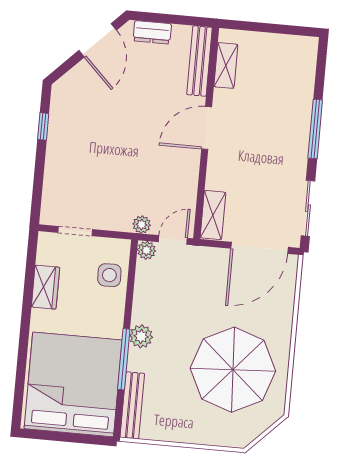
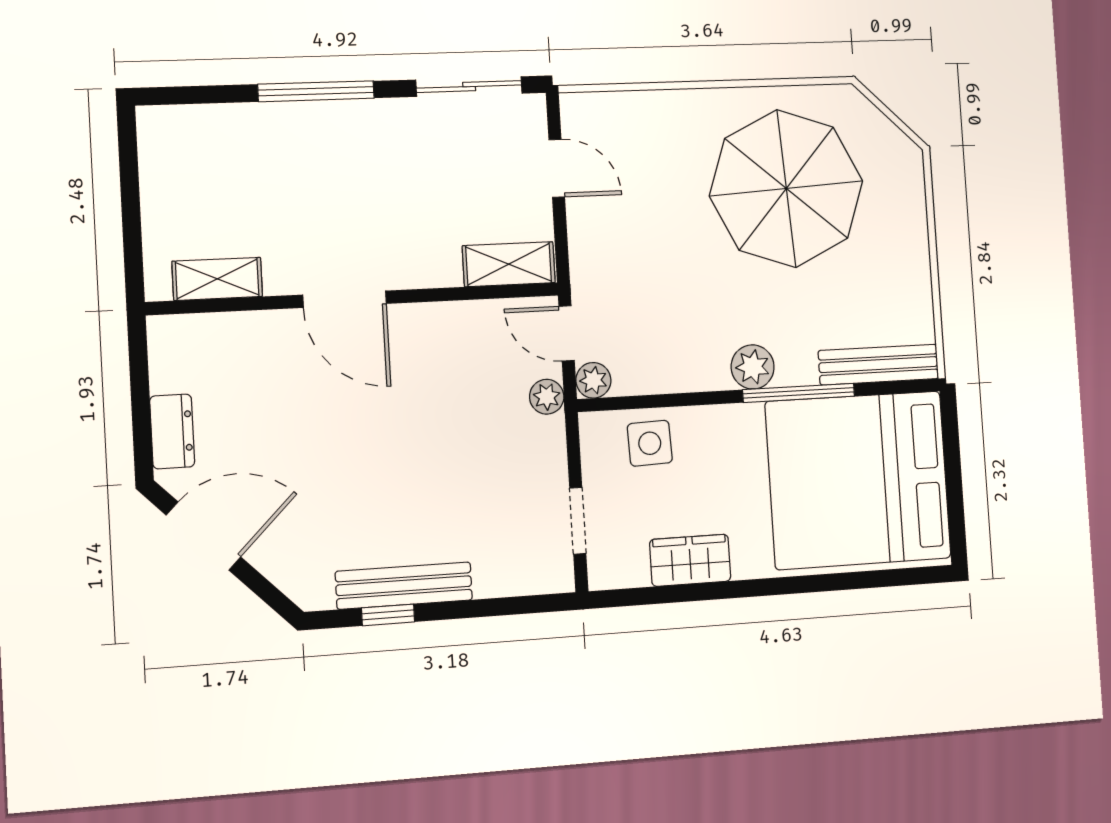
bench: (199, 61) -> (404, 586), moved
door: (259, 248) -> (557, 168), width x0.53

